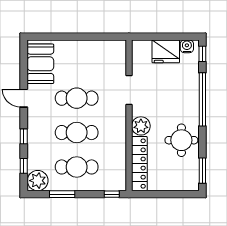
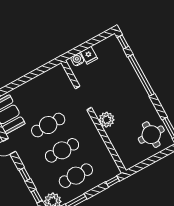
water cooler: (187, 46) -> (77, 60), moved
fridge: (166, 51) -> (89, 55), width x0.53, depth x0.75
round table: (181, 140) -> (151, 135), moved
locker: (139, 164) -> (121, 148), removed

